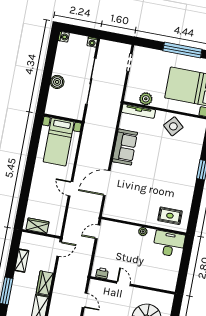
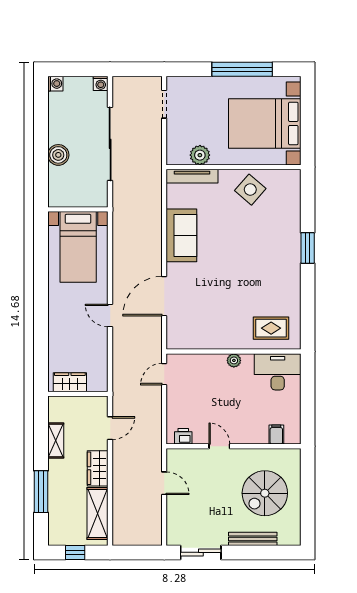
door: (59, 249) -> (110, 428), moved
filing cabinet: (161, 283) -> (276, 434), added

